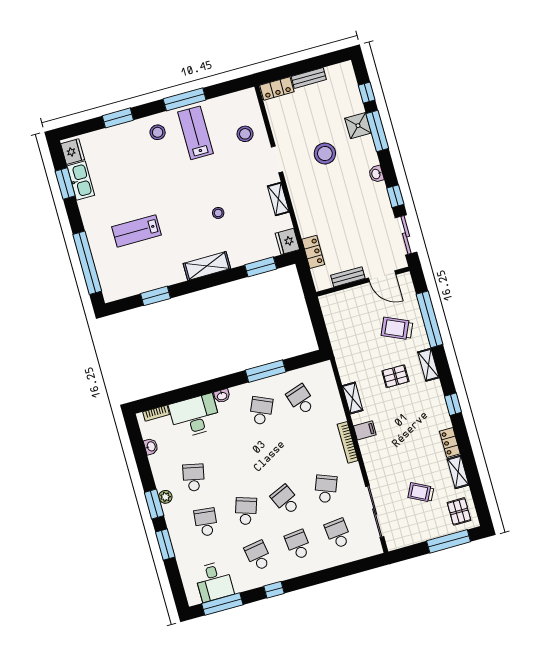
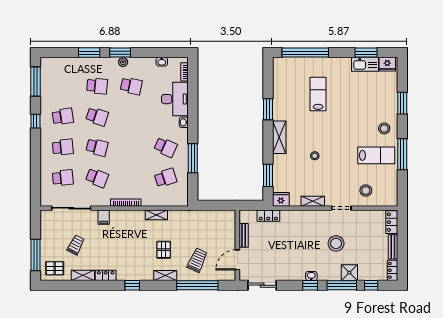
locker: (340, 70) -> (392, 270), added
window: (395, 196) -> (310, 285), moved
window: (156, 296) -> (268, 109), moved
filing cabinet: (365, 430) -> (104, 217), moved
school desk: (286, 500) -> (97, 147), turned 39
desk: (214, 581) -> (53, 80), removed

